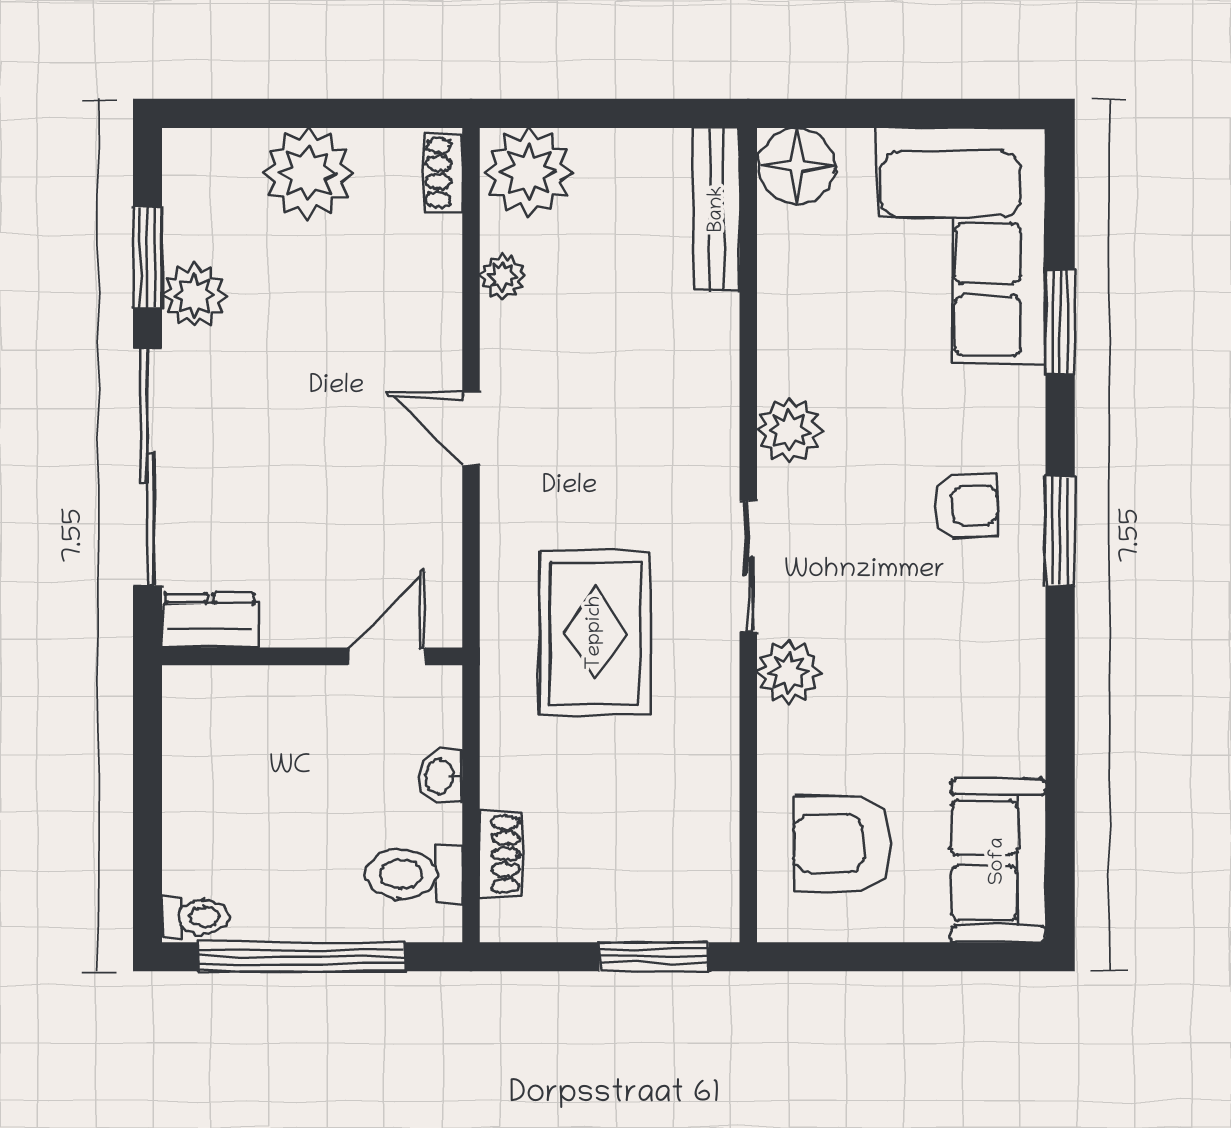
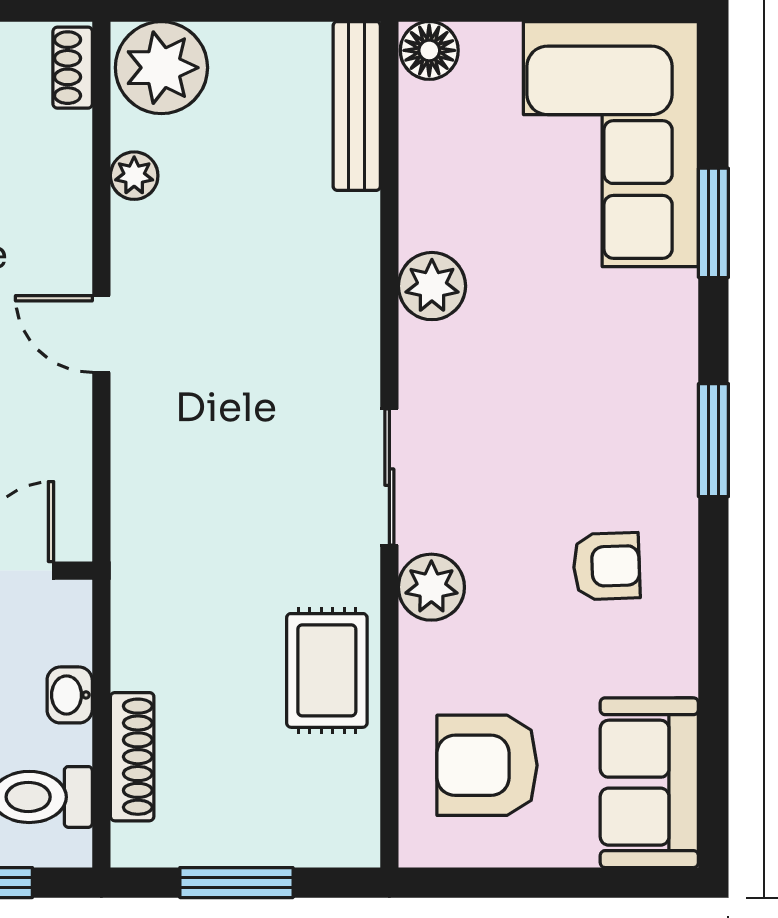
floor lamp: (797, 166) -> (429, 50), width x0.73, depth x0.73
plant: (789, 431) -> (432, 286), moved
armchair: (966, 506) -> (606, 566), moved
rug: (595, 633) -> (327, 670), moved, width x0.73, depth x0.70
shoe rack: (501, 854) -> (132, 757), width x1.43
window: (654, 957) -> (236, 883), moved

